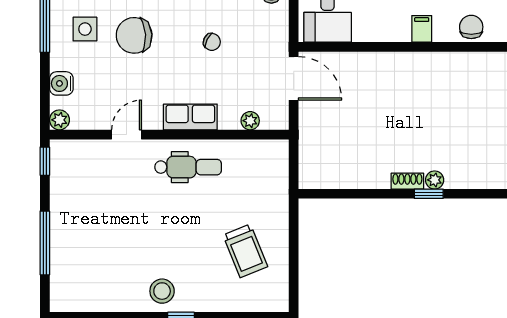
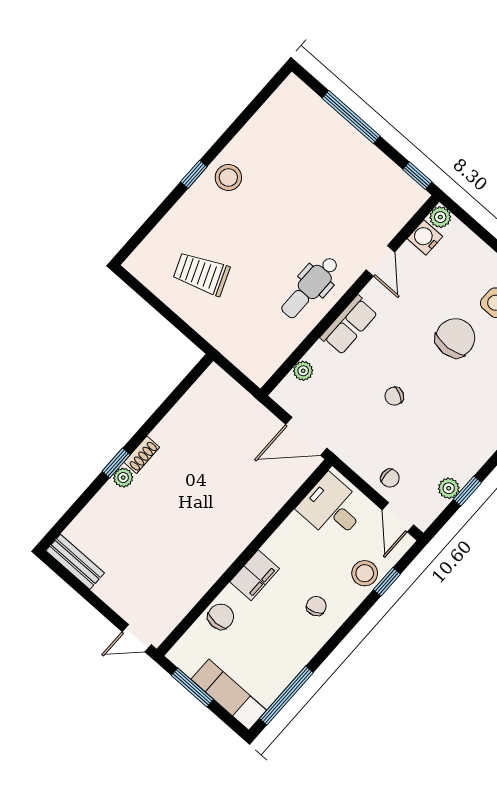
chair: (471, 27) -> (221, 617), turned -90
filing cabinet: (422, 29) -> (255, 575), width x2.00
water cooler: (61, 83) -> (425, 237), moved, turned -90

